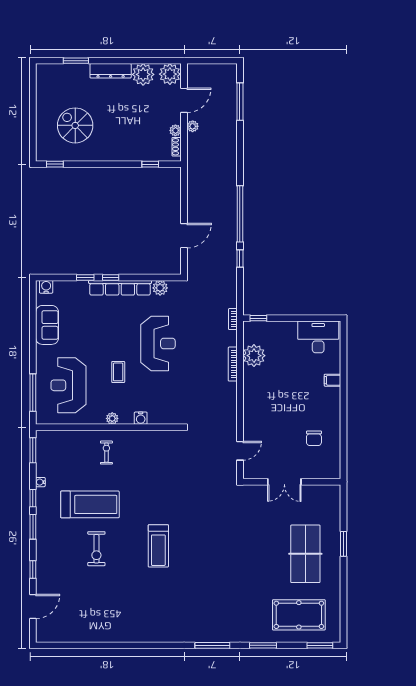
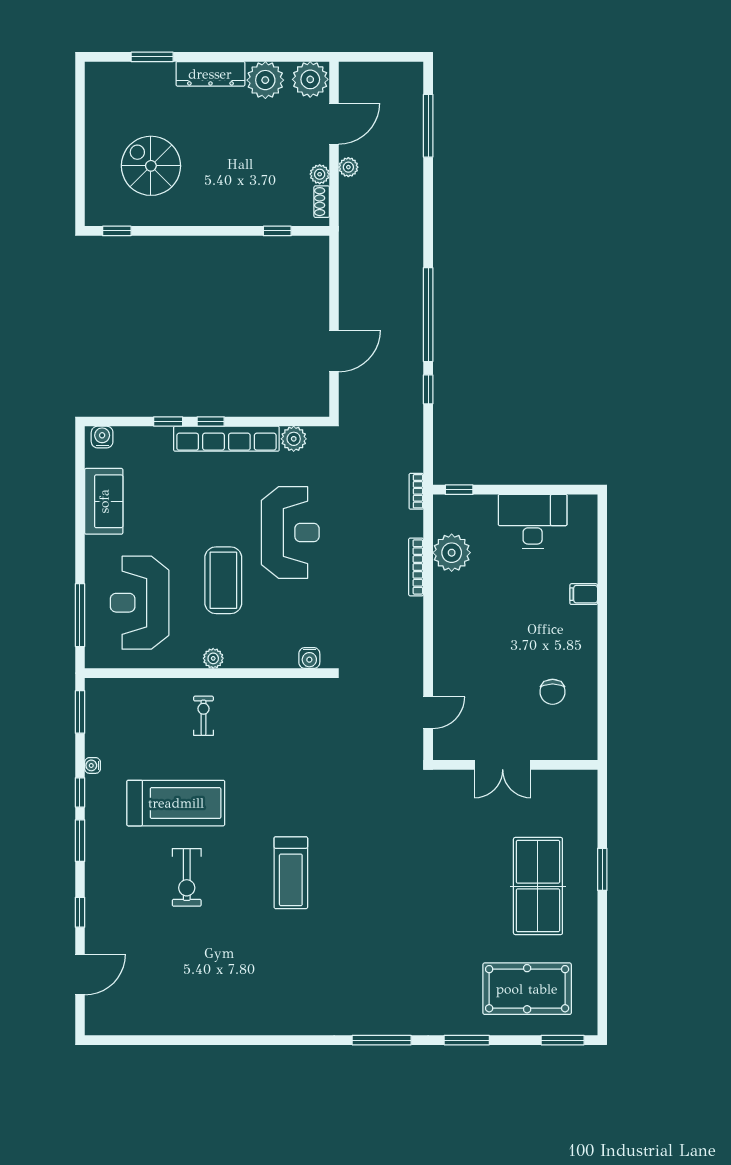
desk: (318, 337) -> (533, 521), moved
coffee table: (118, 372) -> (223, 580), width x1.86, depth x1.72
water cooler: (141, 418) -> (309, 658), moved

